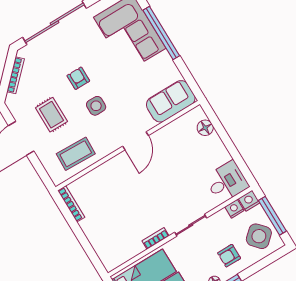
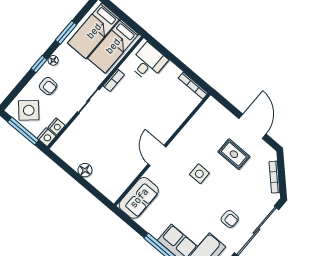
armchair: (78, 78) -> (230, 219), moved
floor lamp: (205, 128) -> (85, 170), moved
coffee table: (76, 154) -> (203, 128), removed
desk: (227, 182) -> (148, 62), moved, turned 180
armchair: (229, 256) -> (48, 86), turned 90

